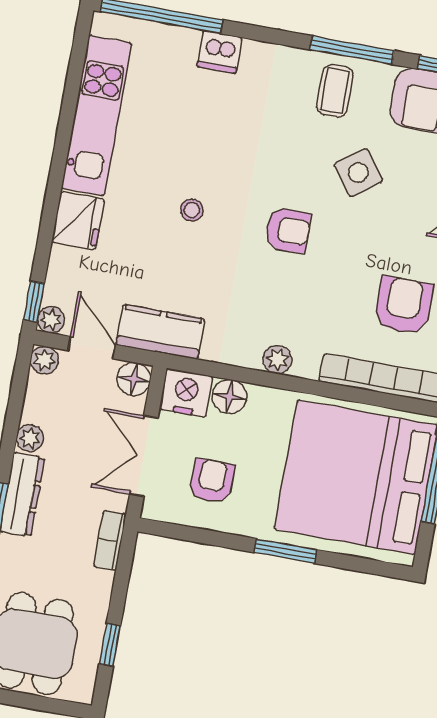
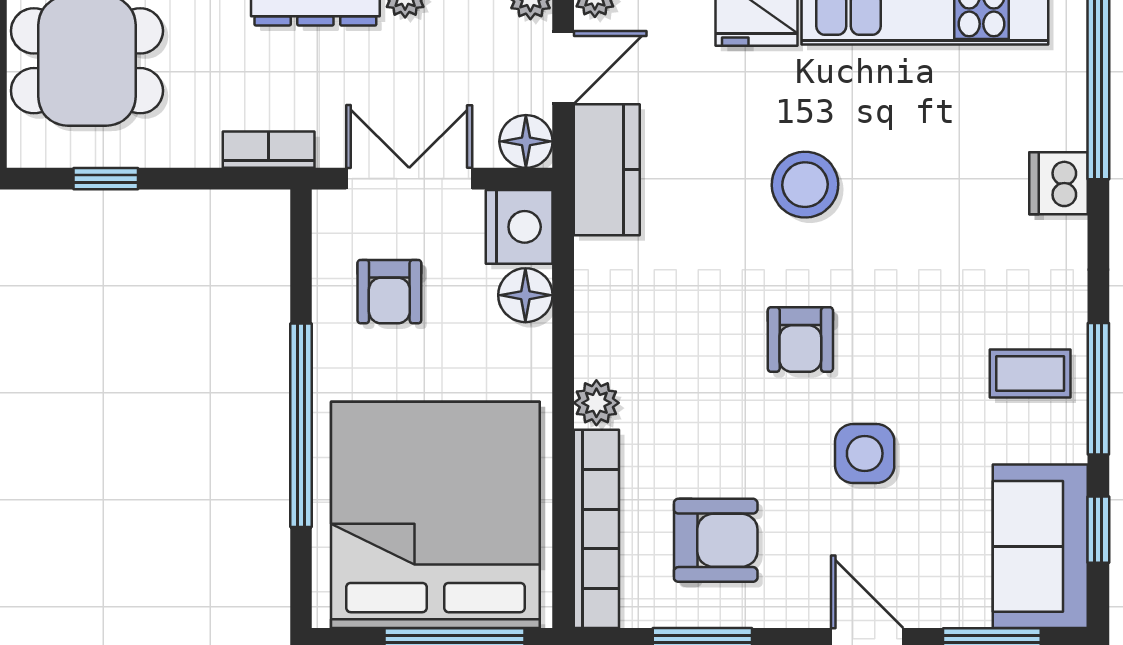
side table: (358, 173) -> (865, 453), moved, turned 36
stool: (192, 210) -> (805, 185), width x1.89, depth x1.89
plant: (277, 360) -> (596, 403), moved
armchair: (212, 481) -> (389, 292), turned 90
window: (285, 551) -> (301, 425), width x2.11

